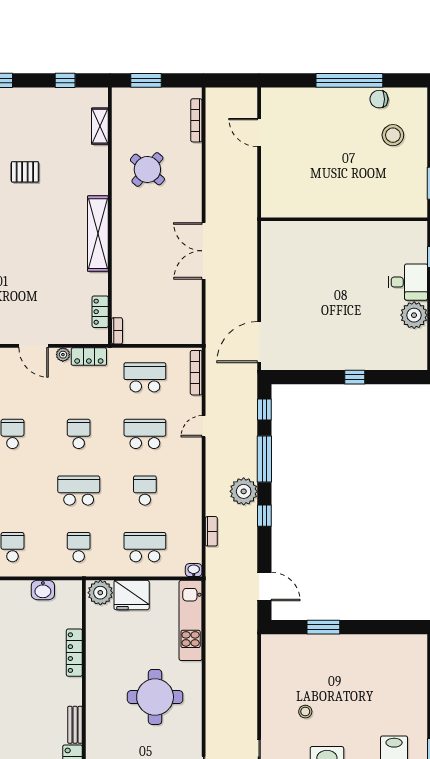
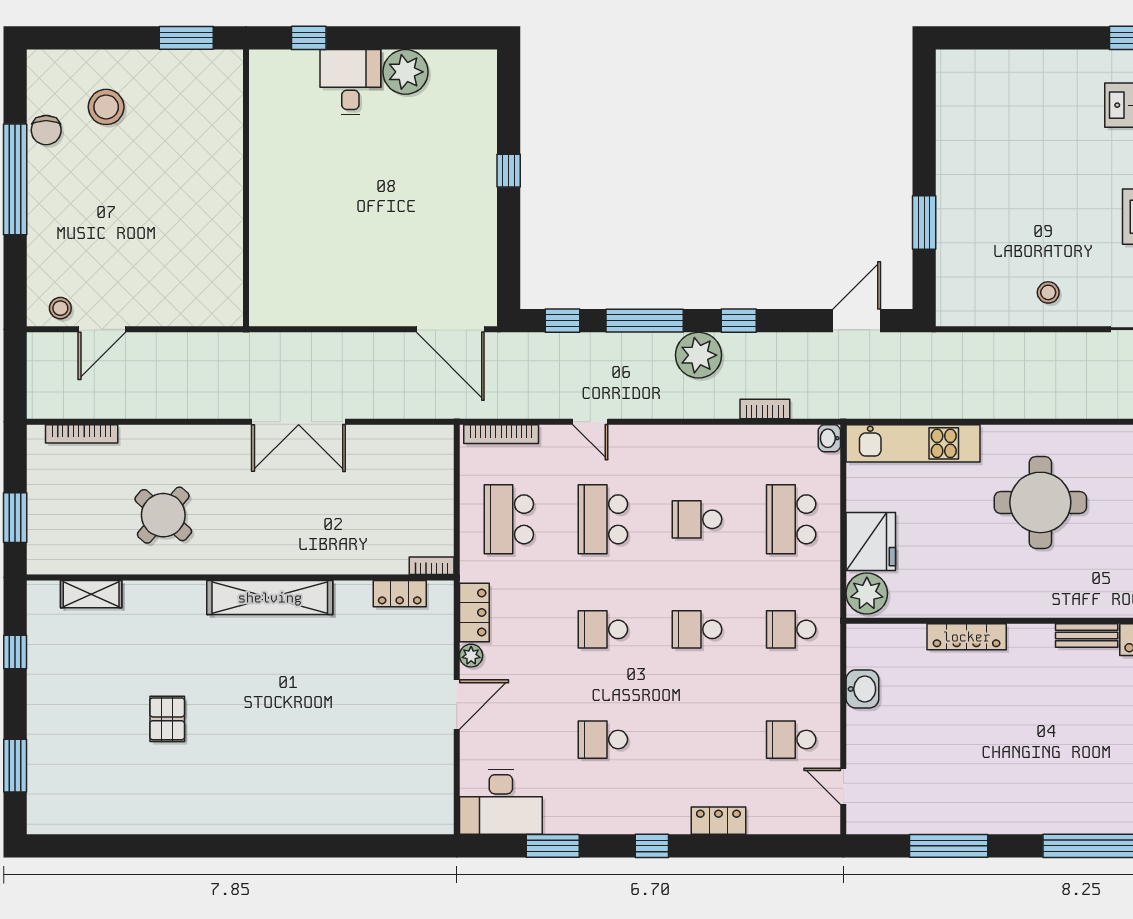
stool: (272, 108) -> (60, 308), added
school desk: (79, 491) -> (697, 629), width x0.54
stool: (305, 712) -> (1048, 292), moved

